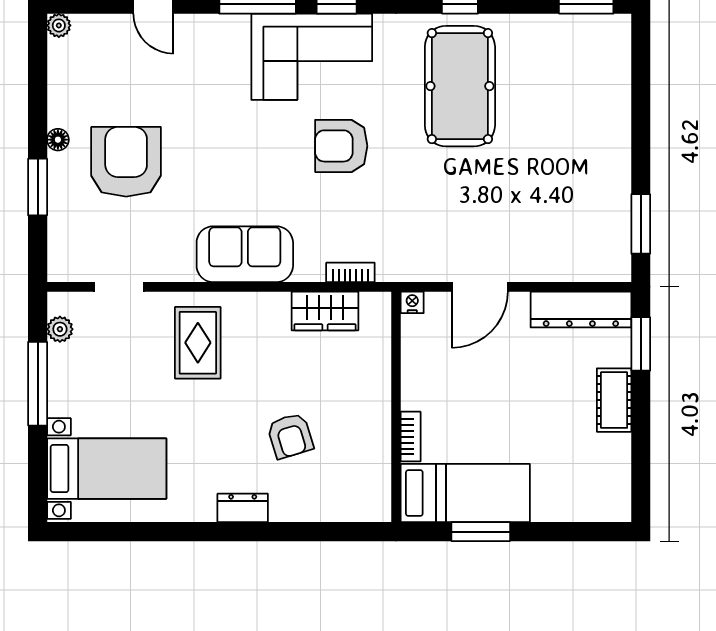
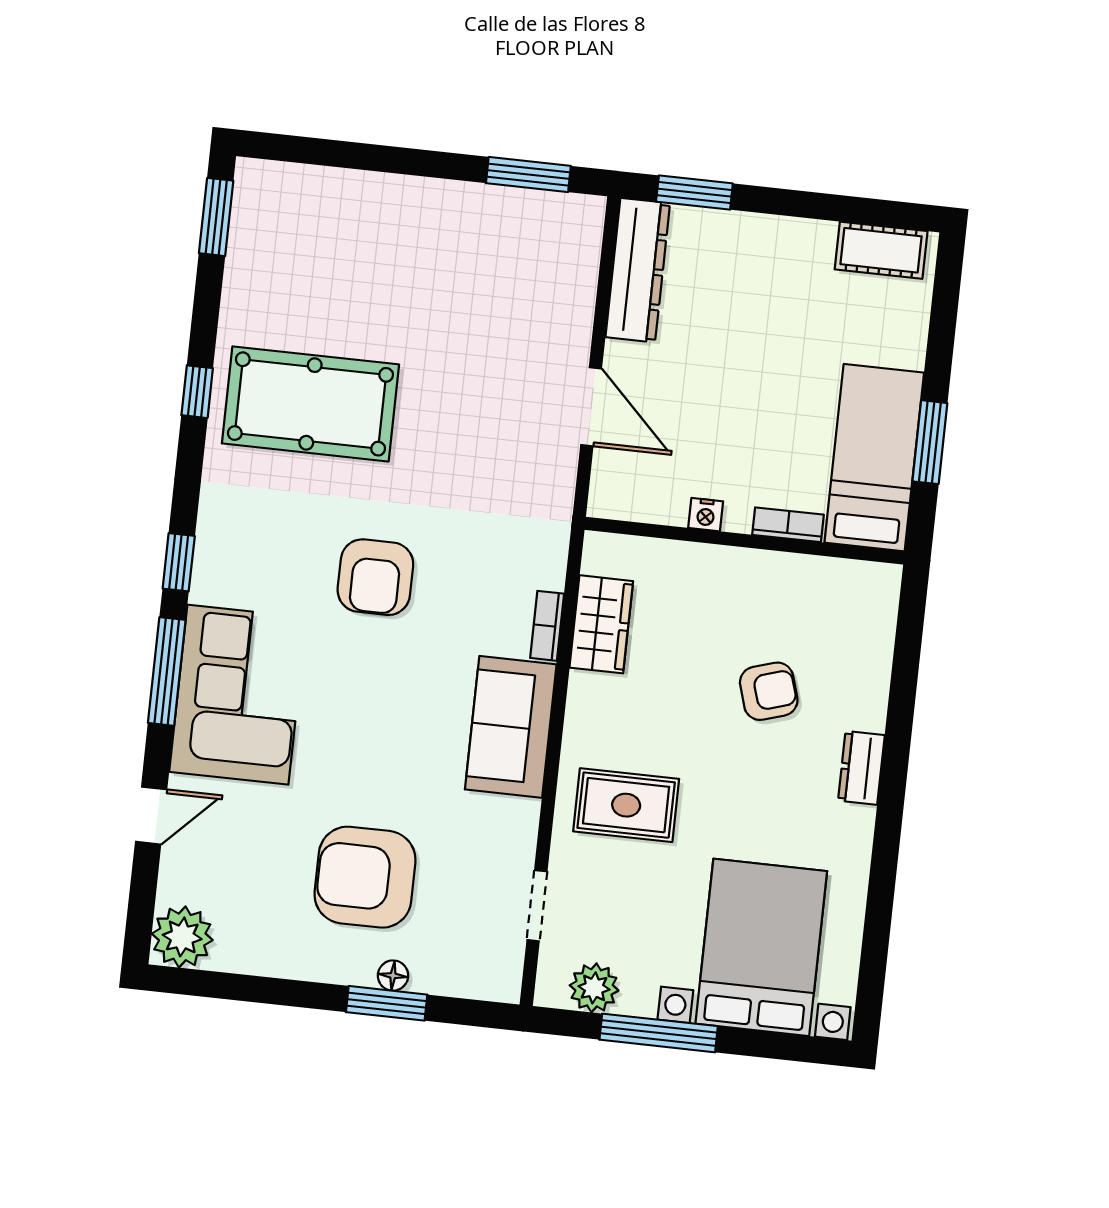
plant: (59, 25) -> (182, 937), width x1.88, depth x1.88
corner sofa: (312, 57) -> (238, 695), moved
floor lamp: (58, 140) -> (393, 976), moved
bookcase: (350, 272) -> (547, 626), moved
nightstand: (412, 302) -> (706, 515), moved, turned -90
plant: (60, 329) -> (594, 988), width x1.38, depth x1.38
cot: (614, 400) -> (881, 250), moved
bed with nightstands: (107, 469) -> (761, 947), width x1.36

